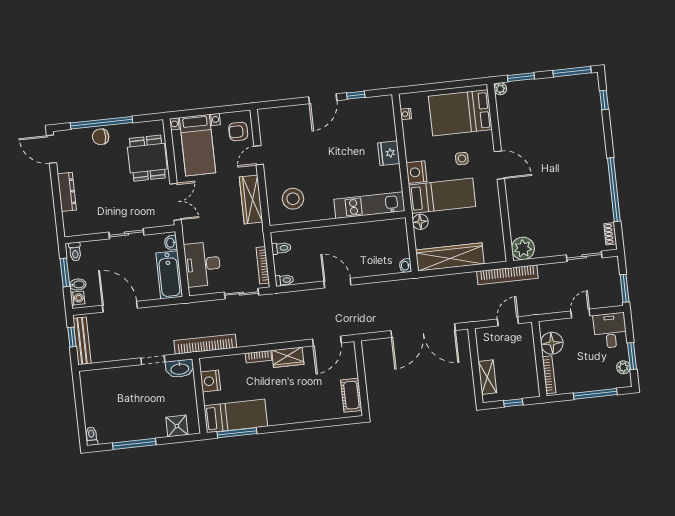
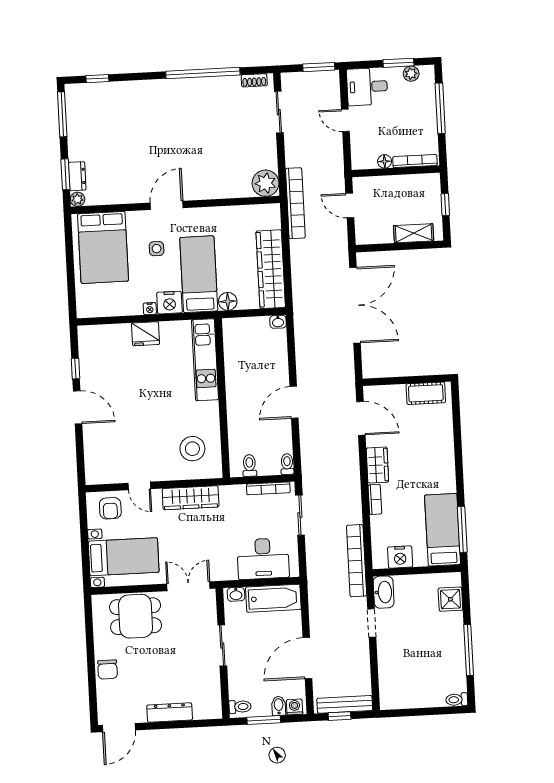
dresser: (520, 87) -> (77, 176), added
nightstand: (406, 114) -> (150, 309), moved
window: (101, 123) -> (91, 668), removed
floor lamp: (552, 343) -> (385, 161), width x0.53, depth x0.53

